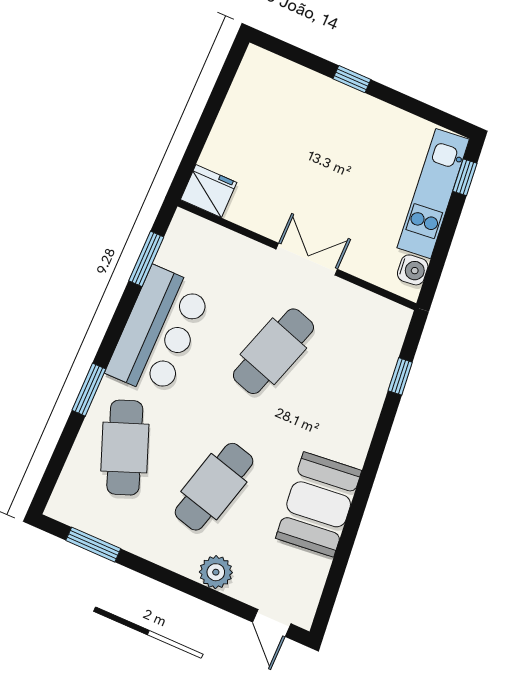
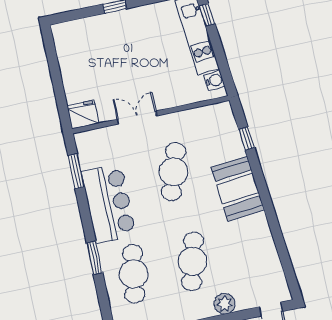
double door: (307, 259) -> (137, 118), moved
cafe table: (125, 448) -> (134, 274), turned 30
booth: (319, 504) -> (238, 189), moved

